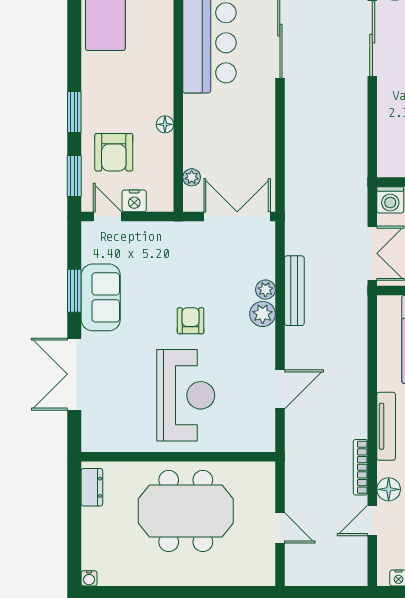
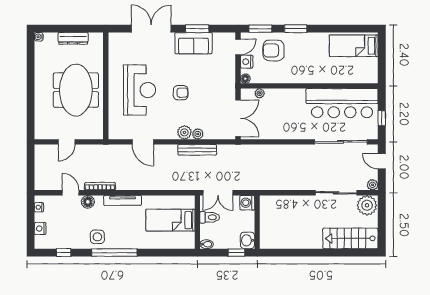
floor lamp: (165, 124) -> (245, 79), moved
reception desk: (186, 395) -> (140, 90), turned -90
dresser: (92, 487) -> (73, 38), moved, width x1.44

